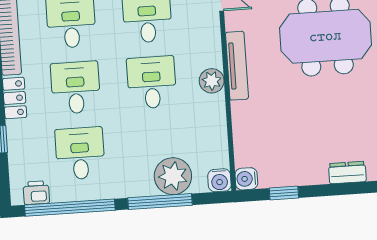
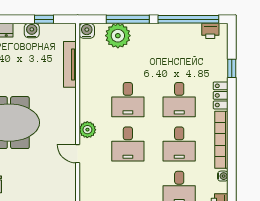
tv unit: (237, 66) -> (70, 64), moved
plant: (212, 81) -> (87, 130), moved
desk: (80, 153) -> (179, 55), removed
water cooler: (246, 179) -> (32, 31), moved, turned -90

